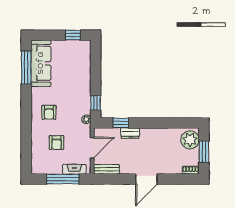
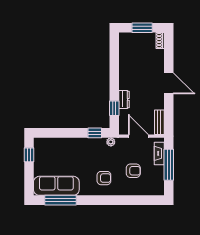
plant: (190, 140) -> (131, 41), removed

